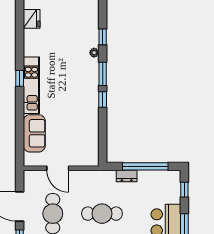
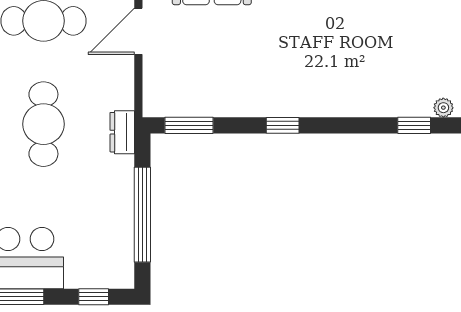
plant: (94, 53) -> (443, 108), moved
window: (103, 74) -> (189, 125), moved
dresser: (127, 176) -> (122, 132), moved

